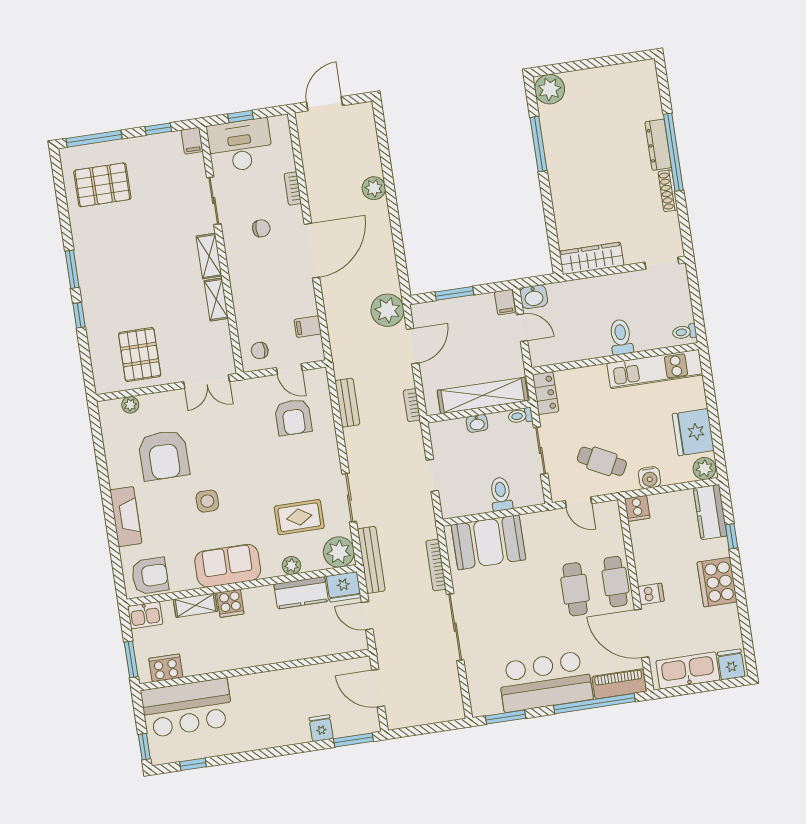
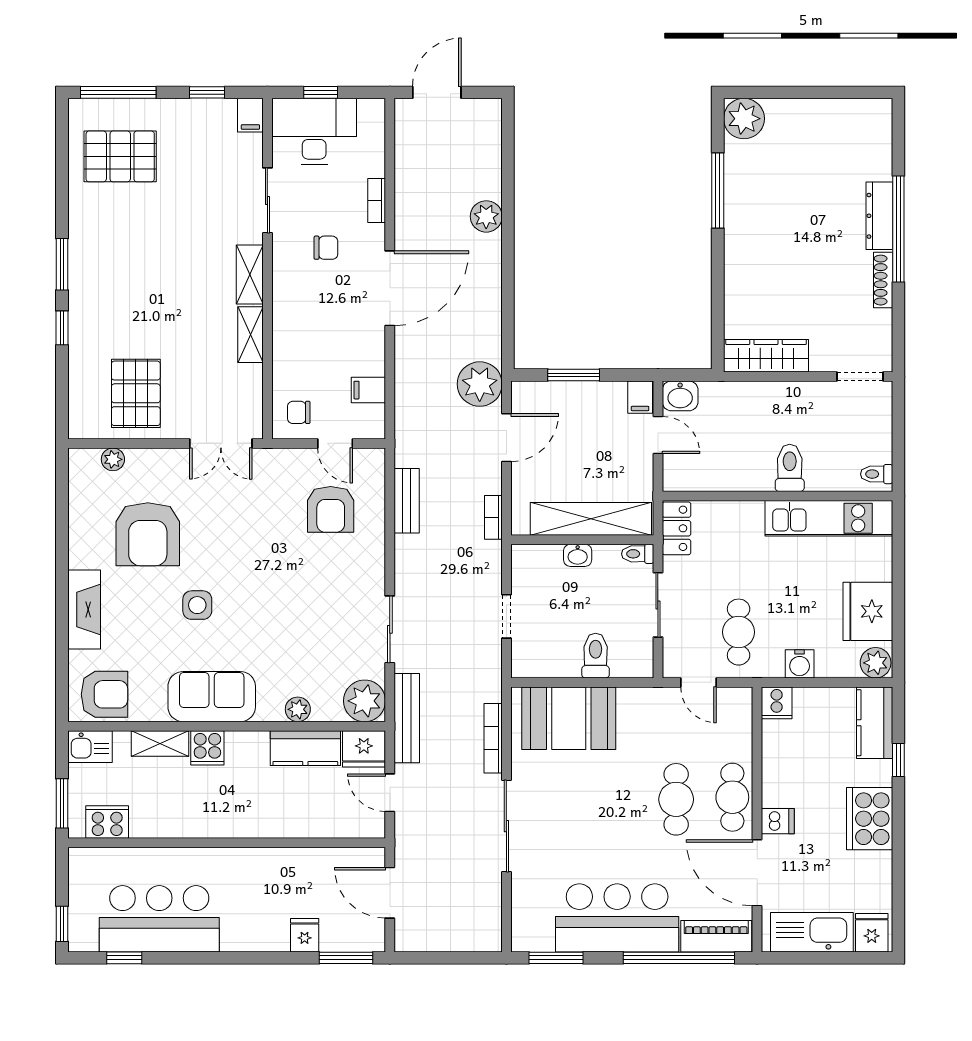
cafe table: (602, 461) -> (739, 632), turned 63
rug: (299, 517) -> (318, 646), removed
bar counter: (187, 708) -> (159, 919), moved, turned 180

